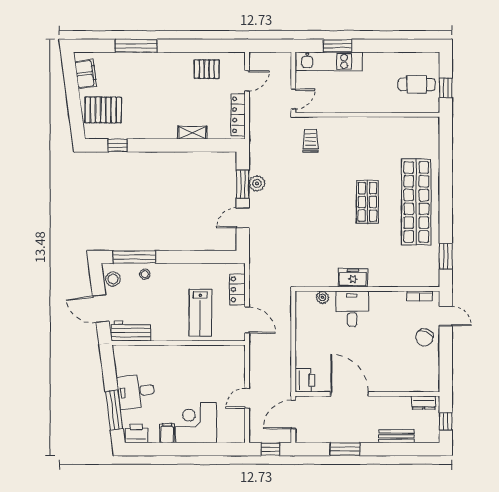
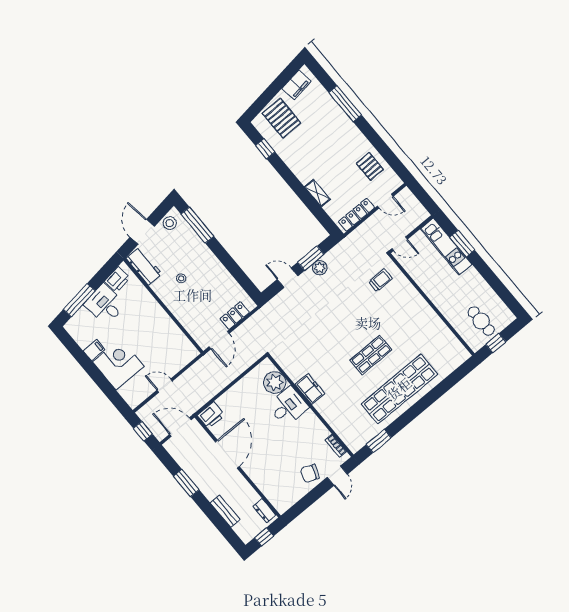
stool: (145, 274) -> (181, 278), moved
plant: (322, 297) -> (275, 382), width x1.88, depth x1.88
lab bench: (200, 313) -> (197, 303), removed
printer: (136, 434) -> (117, 280), moved, turned 83

